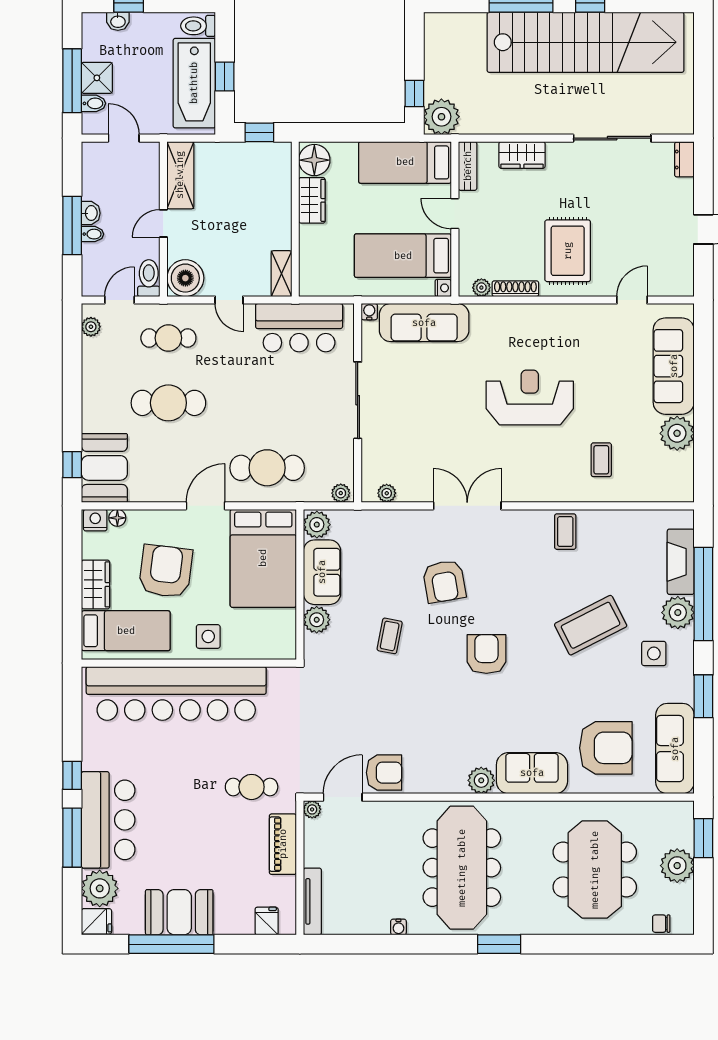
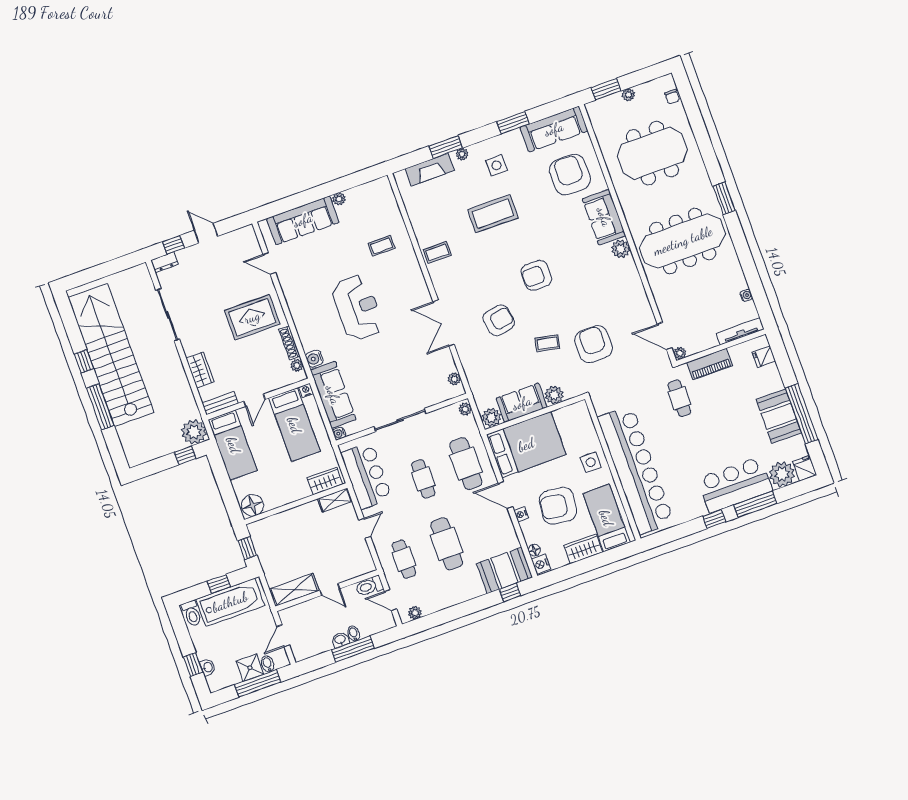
window: (703, 180) -> (173, 245), added
wardrobe: (312, 200) -> (325, 481), moved
boiler: (185, 278) -> (361, 562), removed
water cooler: (482, 315) -> (314, 359), added
reception desk: (530, 398) -> (358, 308), turned 180
cafe table: (267, 403) -> (423, 479), added
plant: (677, 433) -> (339, 199), width x0.53, depth x0.53
nightstand: (172, 518) -> (521, 514), added
window: (703, 594) -> (446, 147), width x0.47
plant: (678, 613) -> (462, 154), width x0.53, depth x0.53
coffee table: (591, 625) -> (493, 214), turned -63
armchair: (384, 773) -> (593, 344), moved, width x1.36, depth x1.36
plant: (677, 866) -> (628, 95), width x0.53, depth x0.53
water cooler: (398, 927) -> (746, 295), moved

